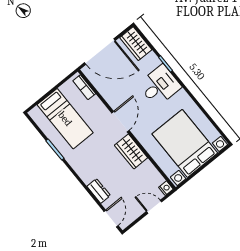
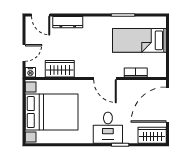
bookcase: (84, 87) -> (136, 72), moved
wardrobe: (131, 151) -> (60, 69), moved
dresser: (99, 191) -> (68, 22), width x1.44

